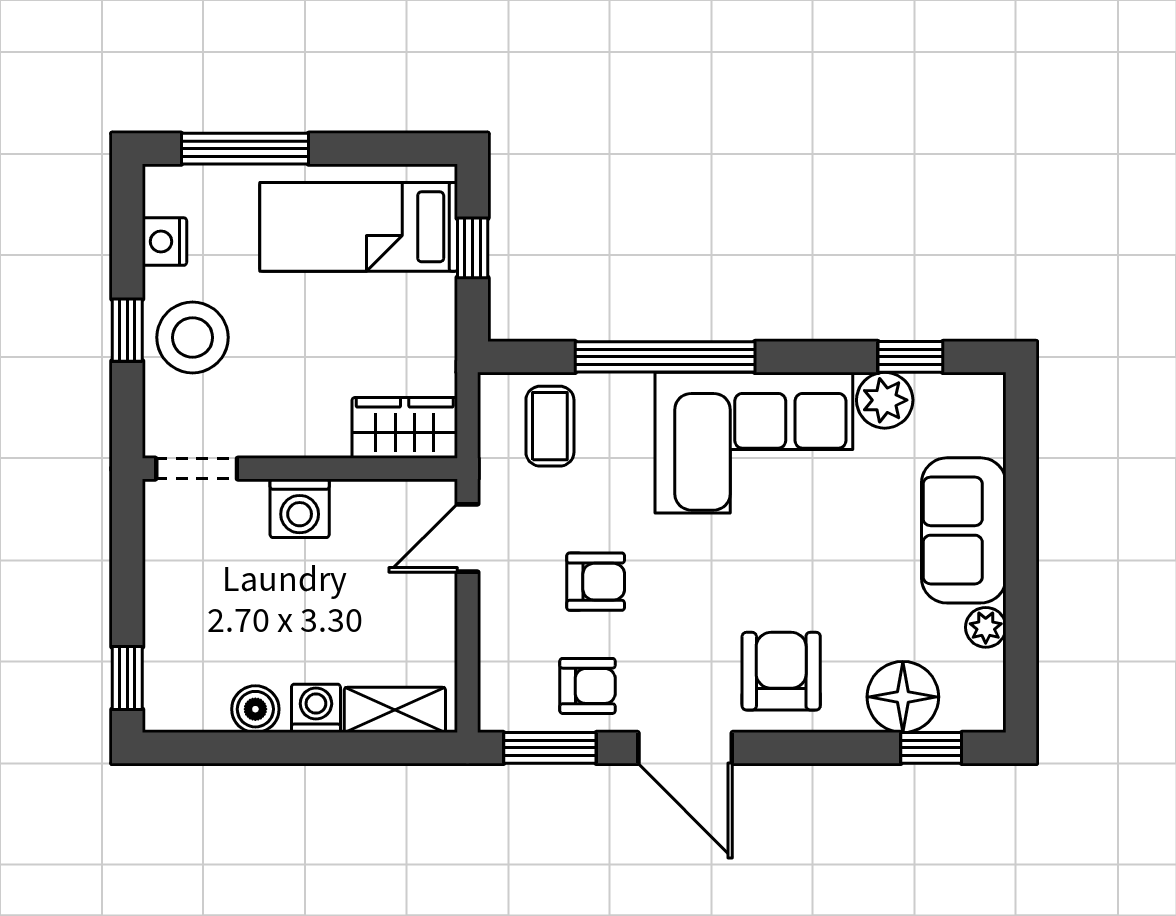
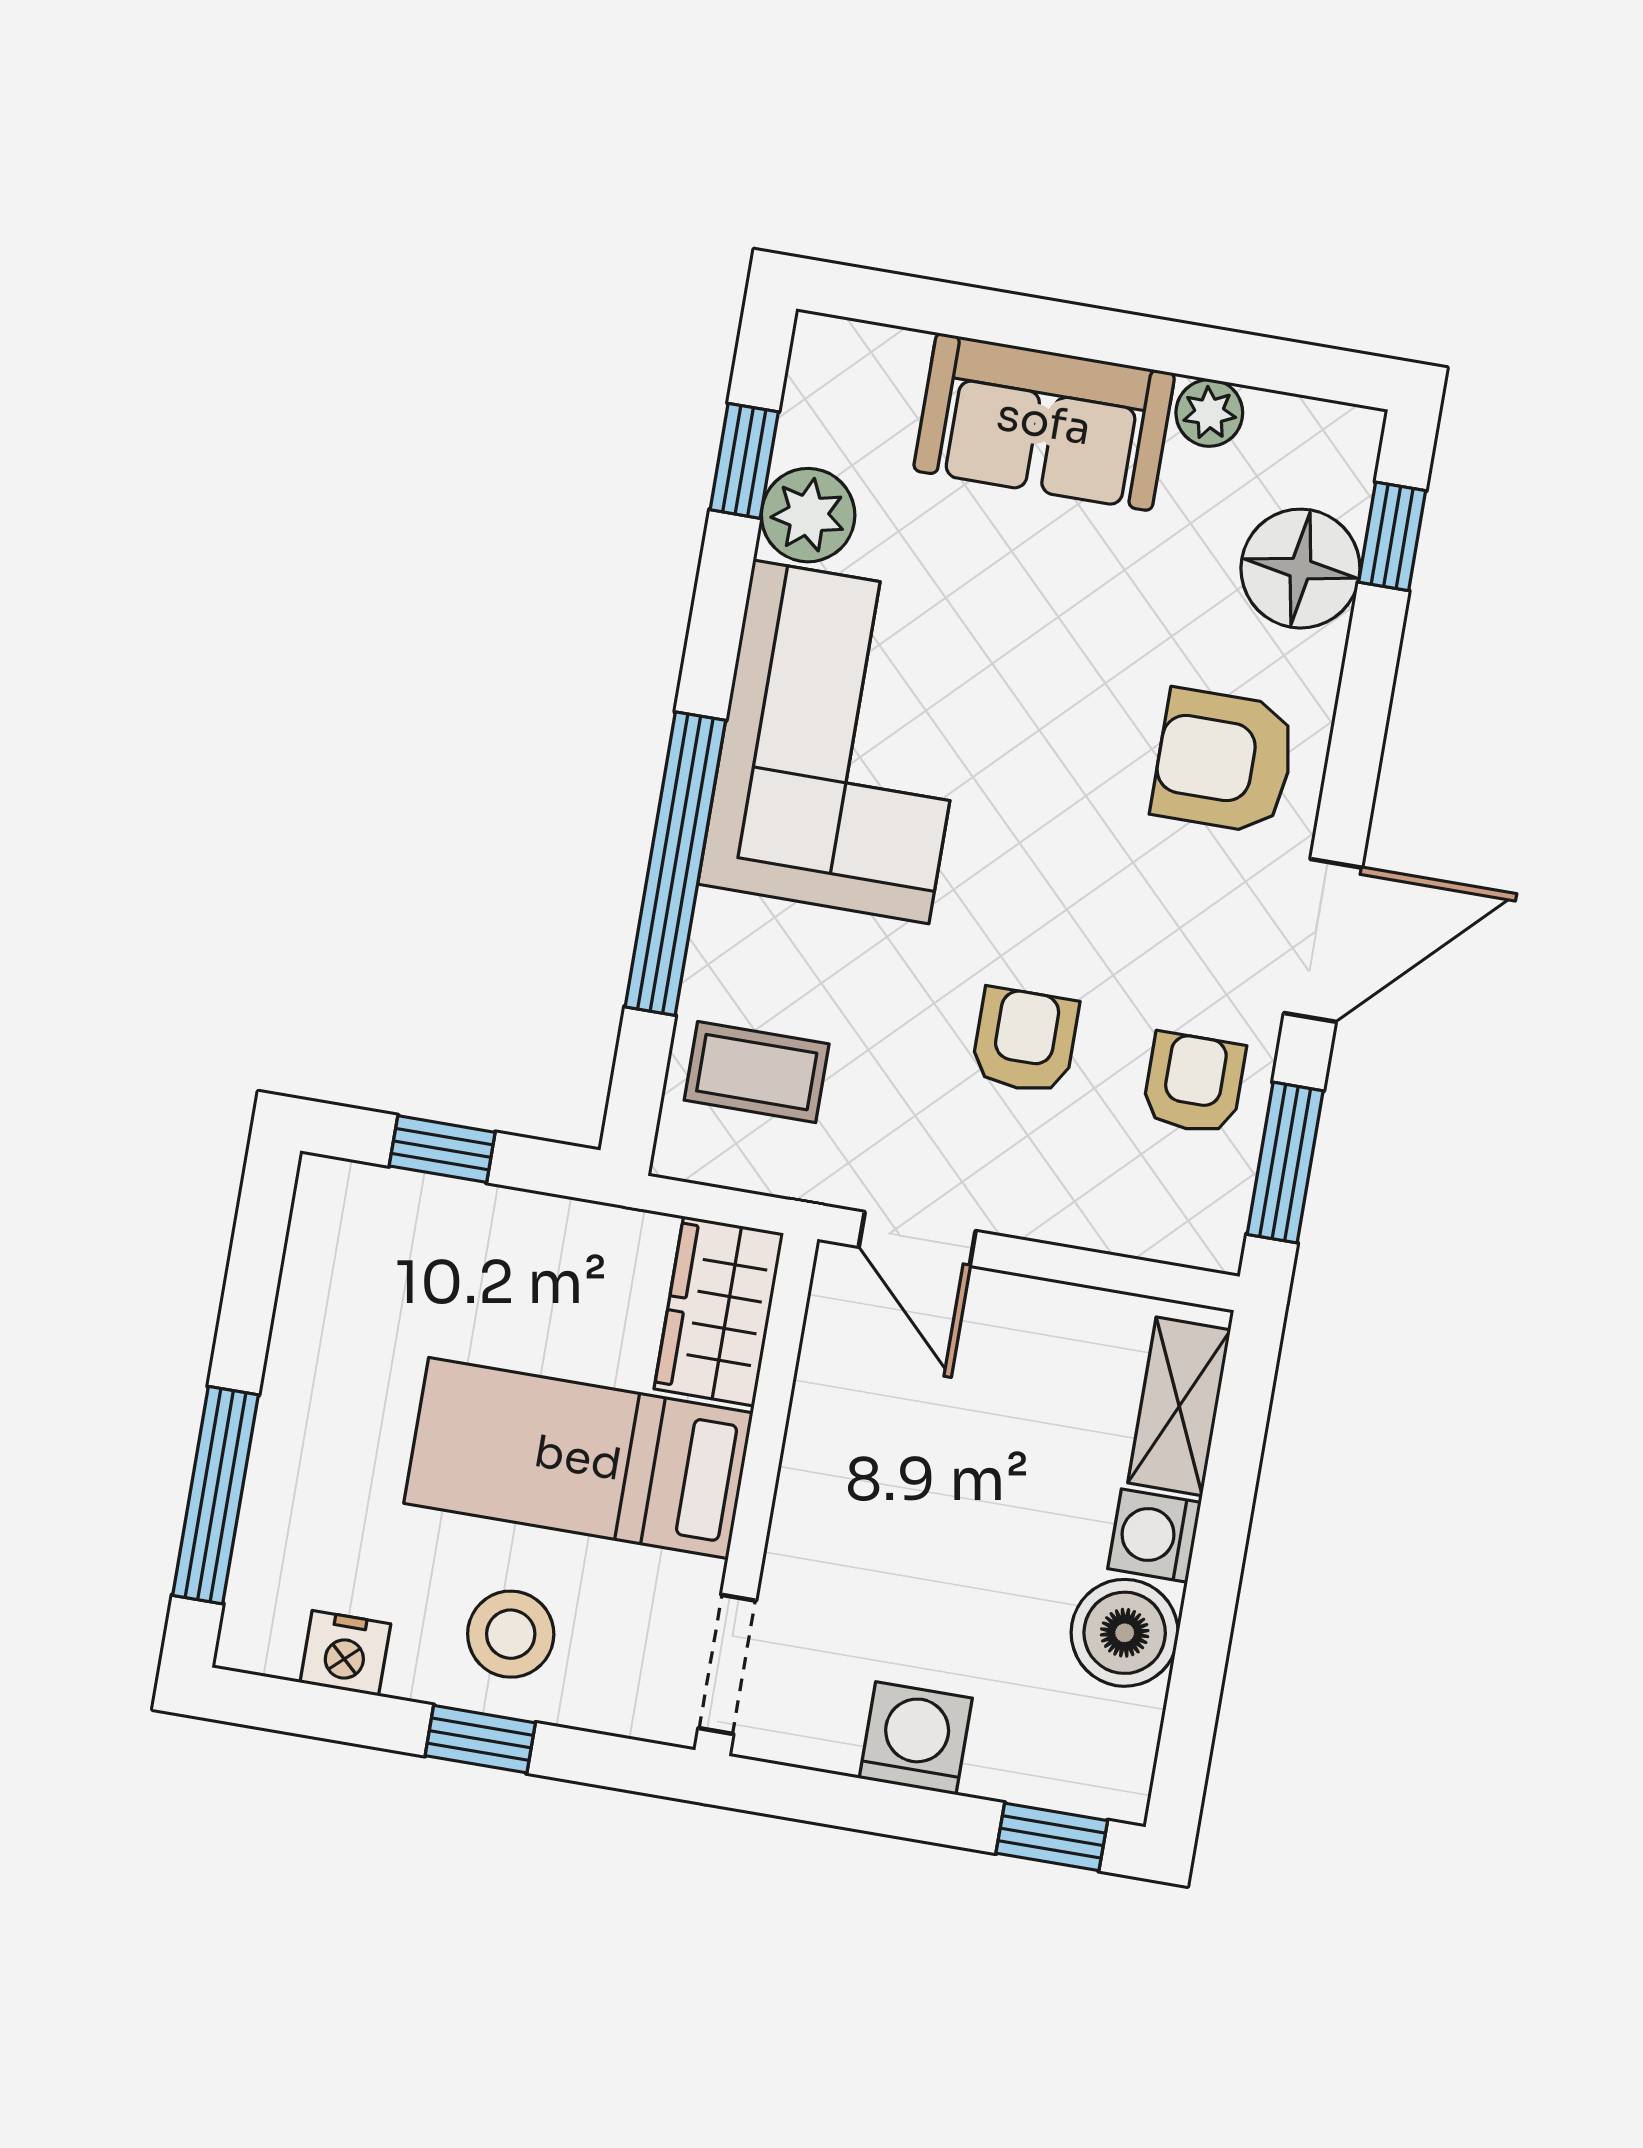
bed: (359, 227) -> (578, 1458), moved, turned 90
stool: (193, 337) -> (511, 1634), width x0.73, depth x0.73
washing machine: (300, 508) -> (916, 1738), moved, turned -90
boiler: (255, 709) -> (1125, 1633), width x1.36, depth x1.36

